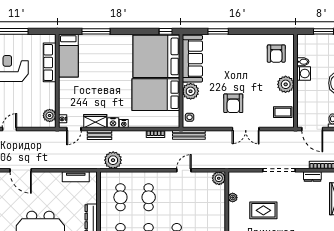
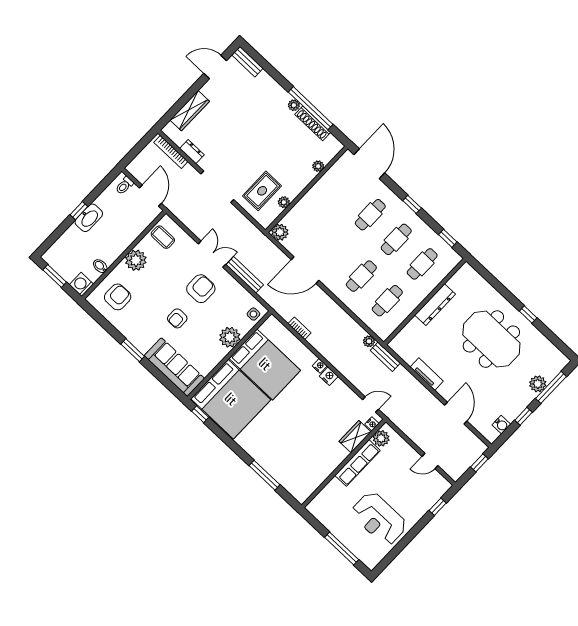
window: (218, 31) -> (133, 350), moved
bed: (68, 56) -> (311, 477), removed
sofa: (192, 59) -> (174, 367), moved, turned 90
row of seats: (50, 62) -> (358, 463), moved
armchair: (231, 74) -> (177, 318), added
washing machine: (304, 74) -> (81, 284), moved
wardrobe: (95, 121) -> (355, 437), moved, turned 90
bench: (99, 135) -> (385, 357), moved
bench: (189, 135) -> (245, 275), moved
plant: (113, 160) -> (369, 341), width x0.53, depth x0.53
door: (184, 170) -> (305, 270), width x1.88
tv unit: (76, 177) -> (427, 374), moved
rug: (263, 210) -> (262, 191), moved, turned 90

